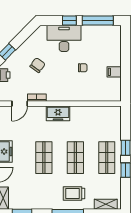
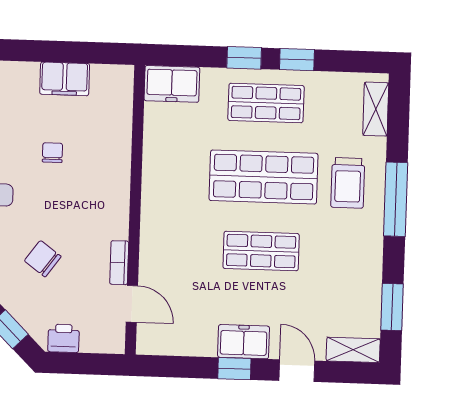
filing cabinet: (114, 72) -> (65, 79), width x2.00
freezer: (58, 113) -> (172, 84), moved, turned 90
shop shelf: (75, 158) -> (264, 177), width x1.43, depth x1.36

